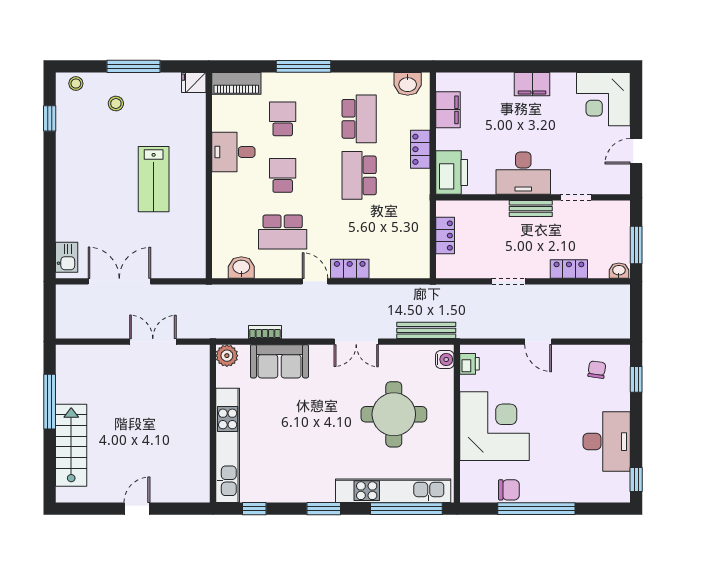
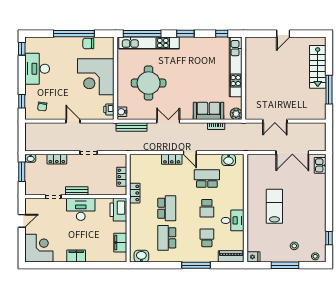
school desk: (283, 119) -> (207, 238), turned 180
locker: (420, 149) -> (135, 193), moved

